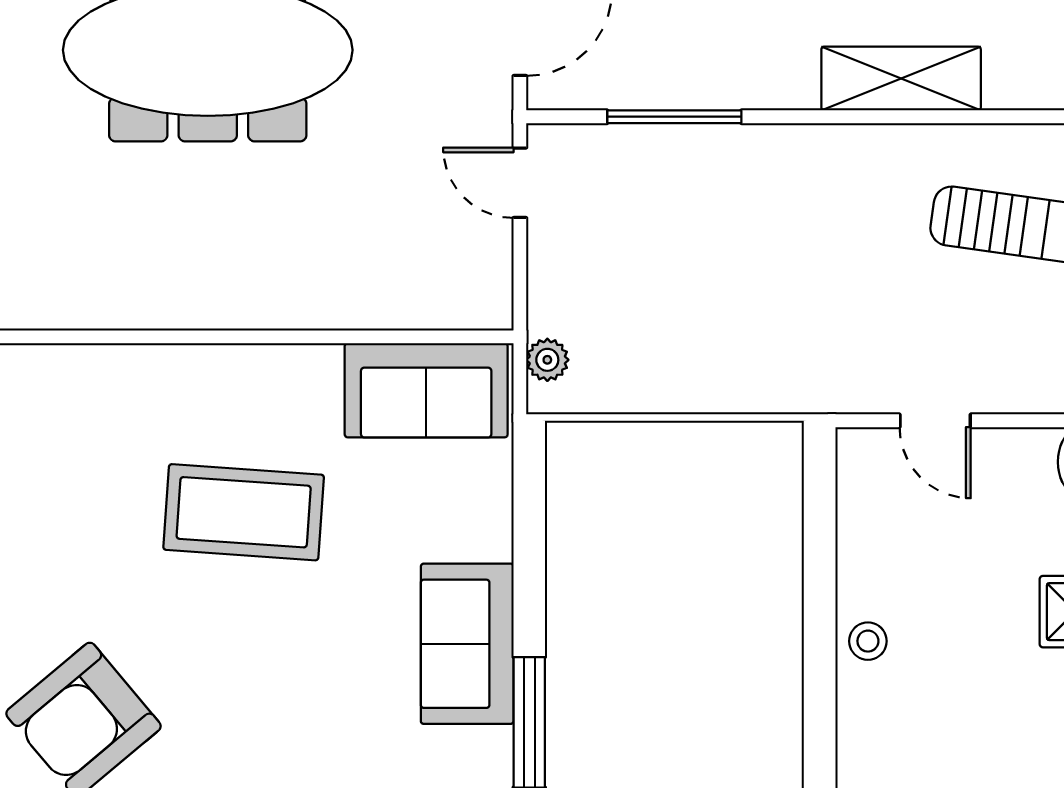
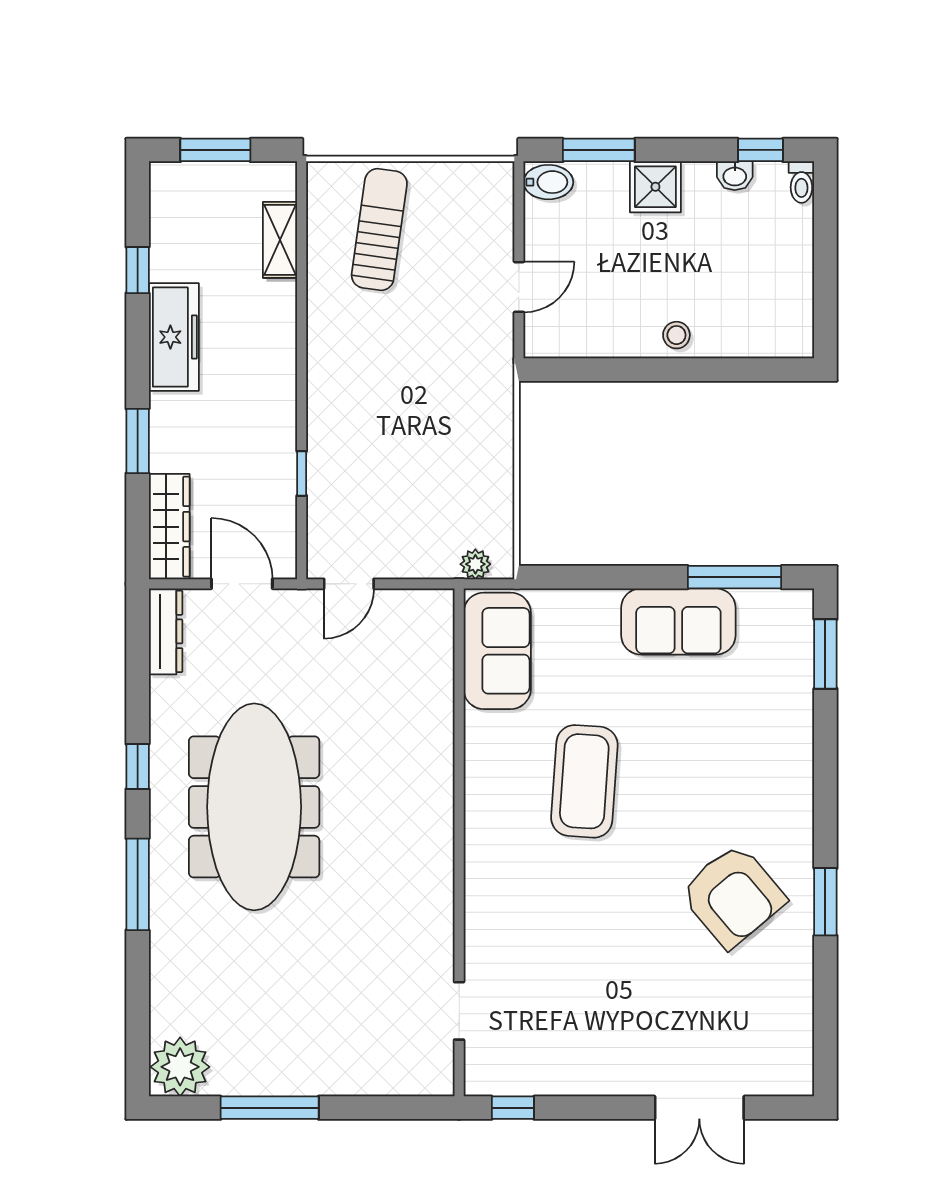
shelving: (901, 79) -> (280, 240), moved, width x0.67, depth x0.75
window: (674, 117) -> (302, 473), width x0.46

